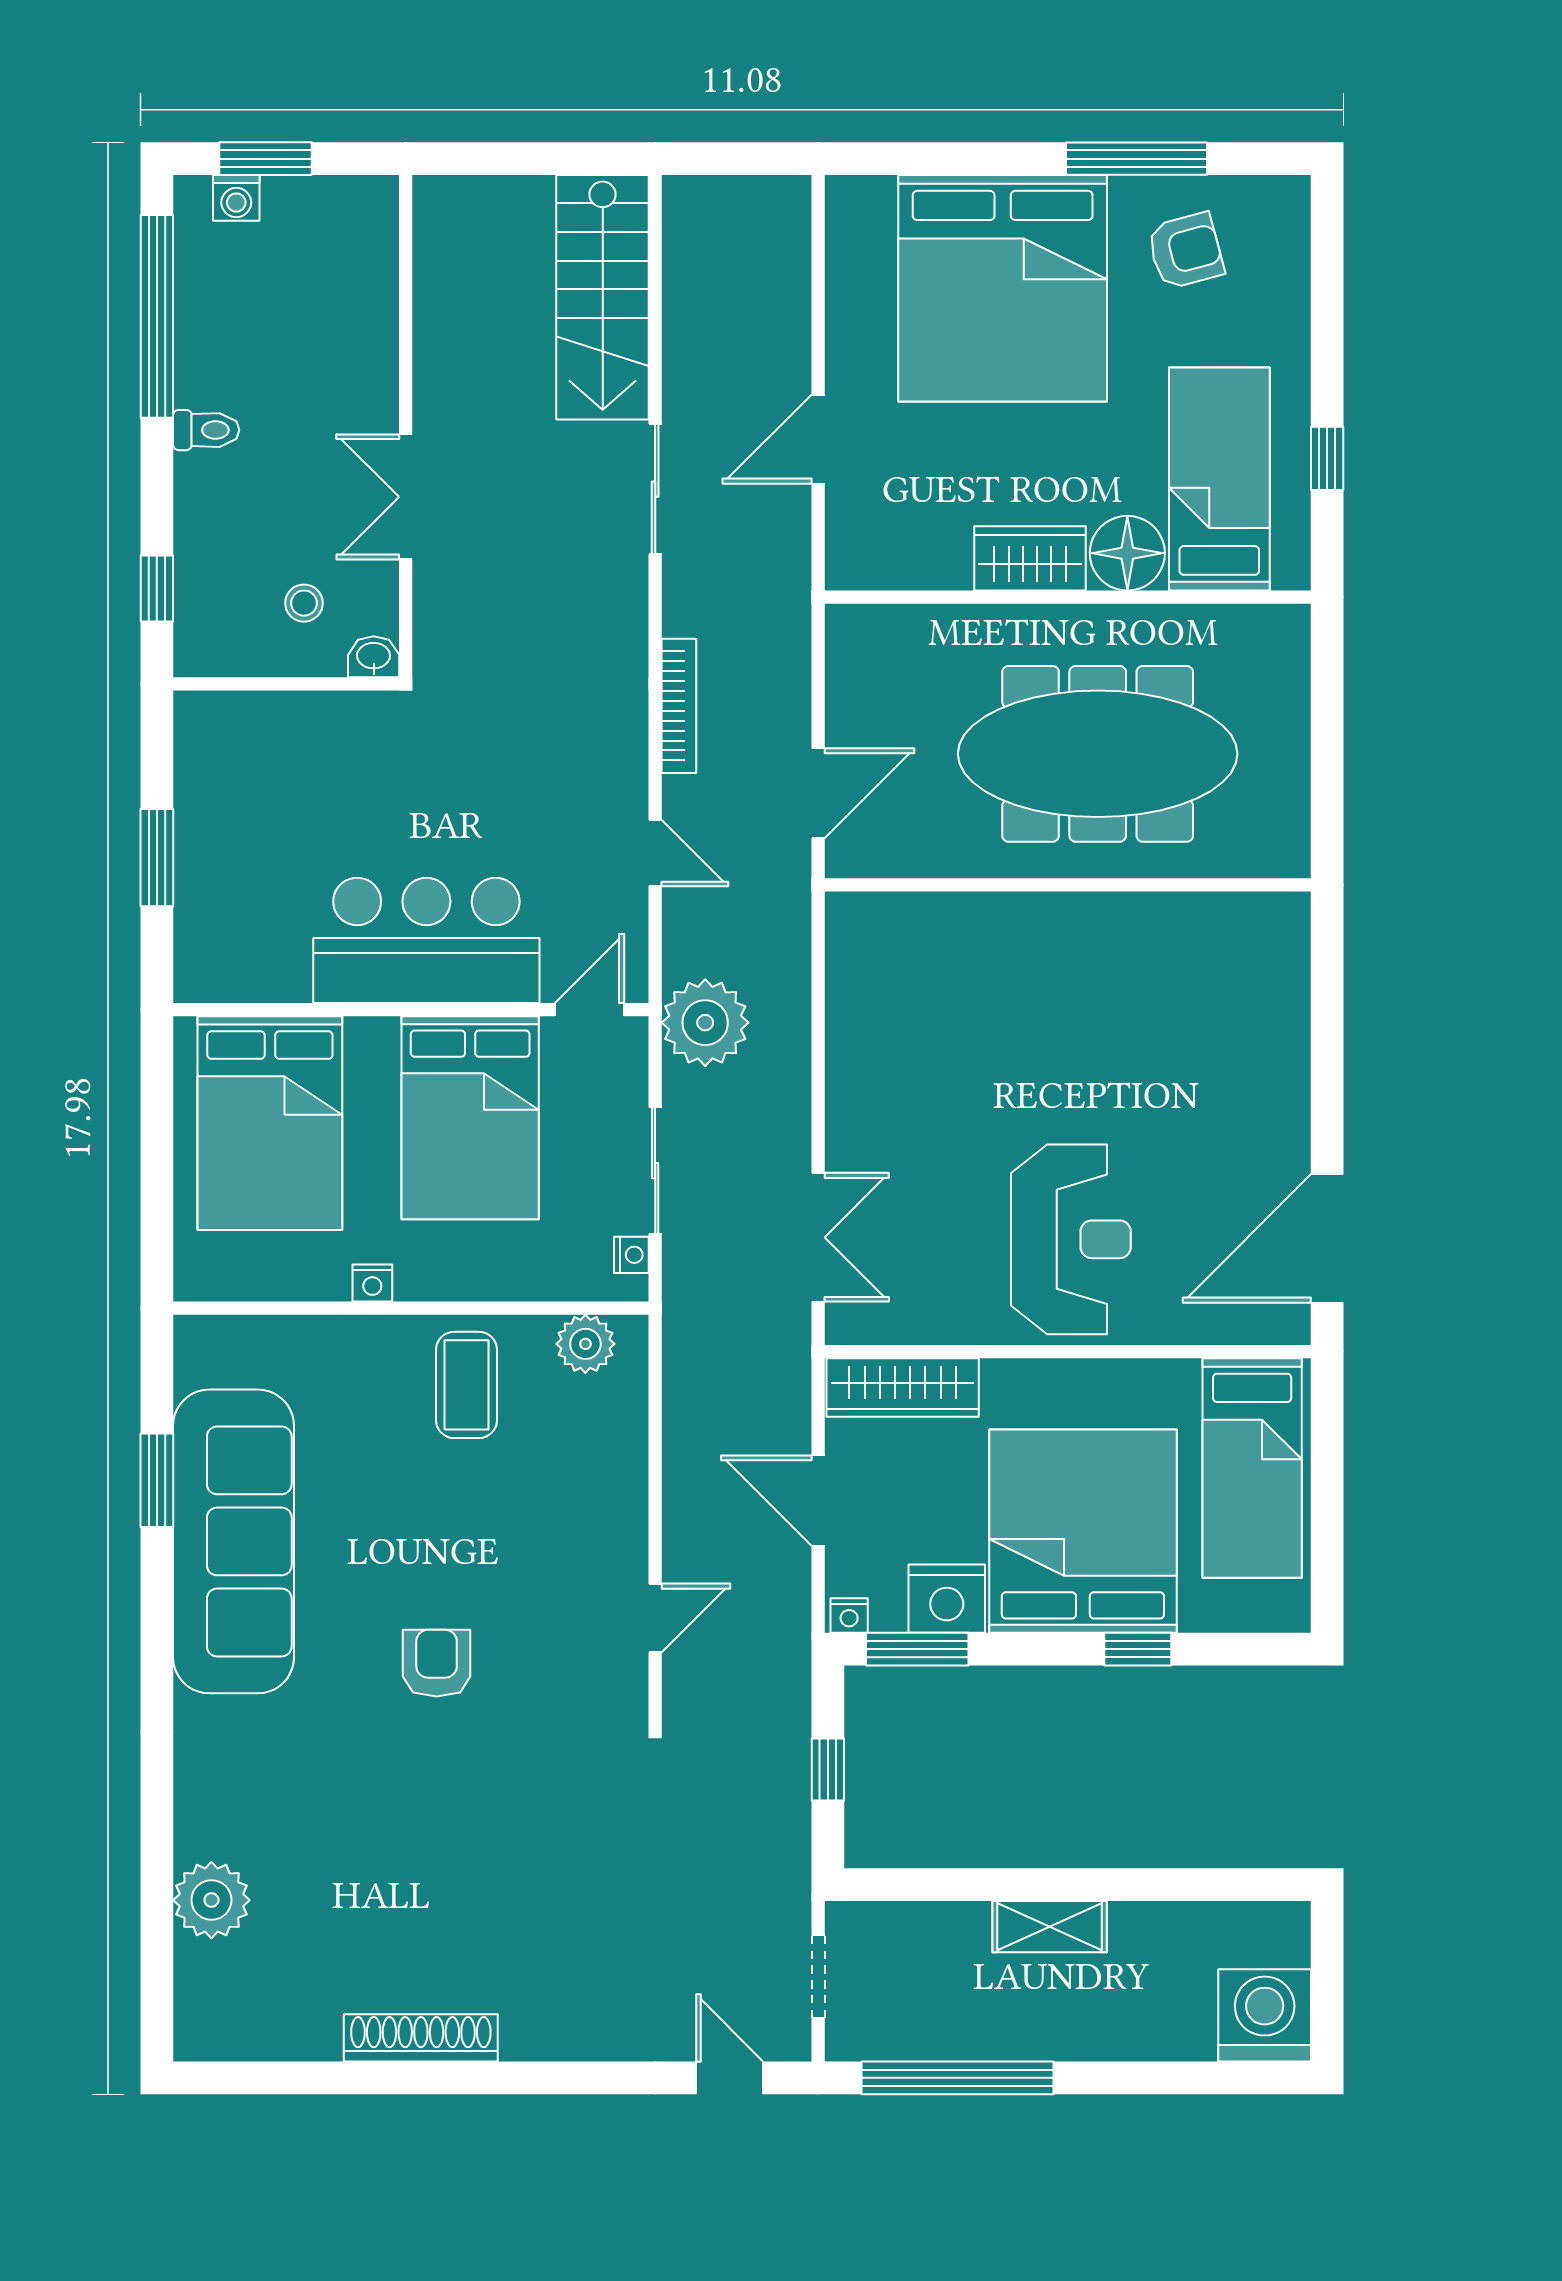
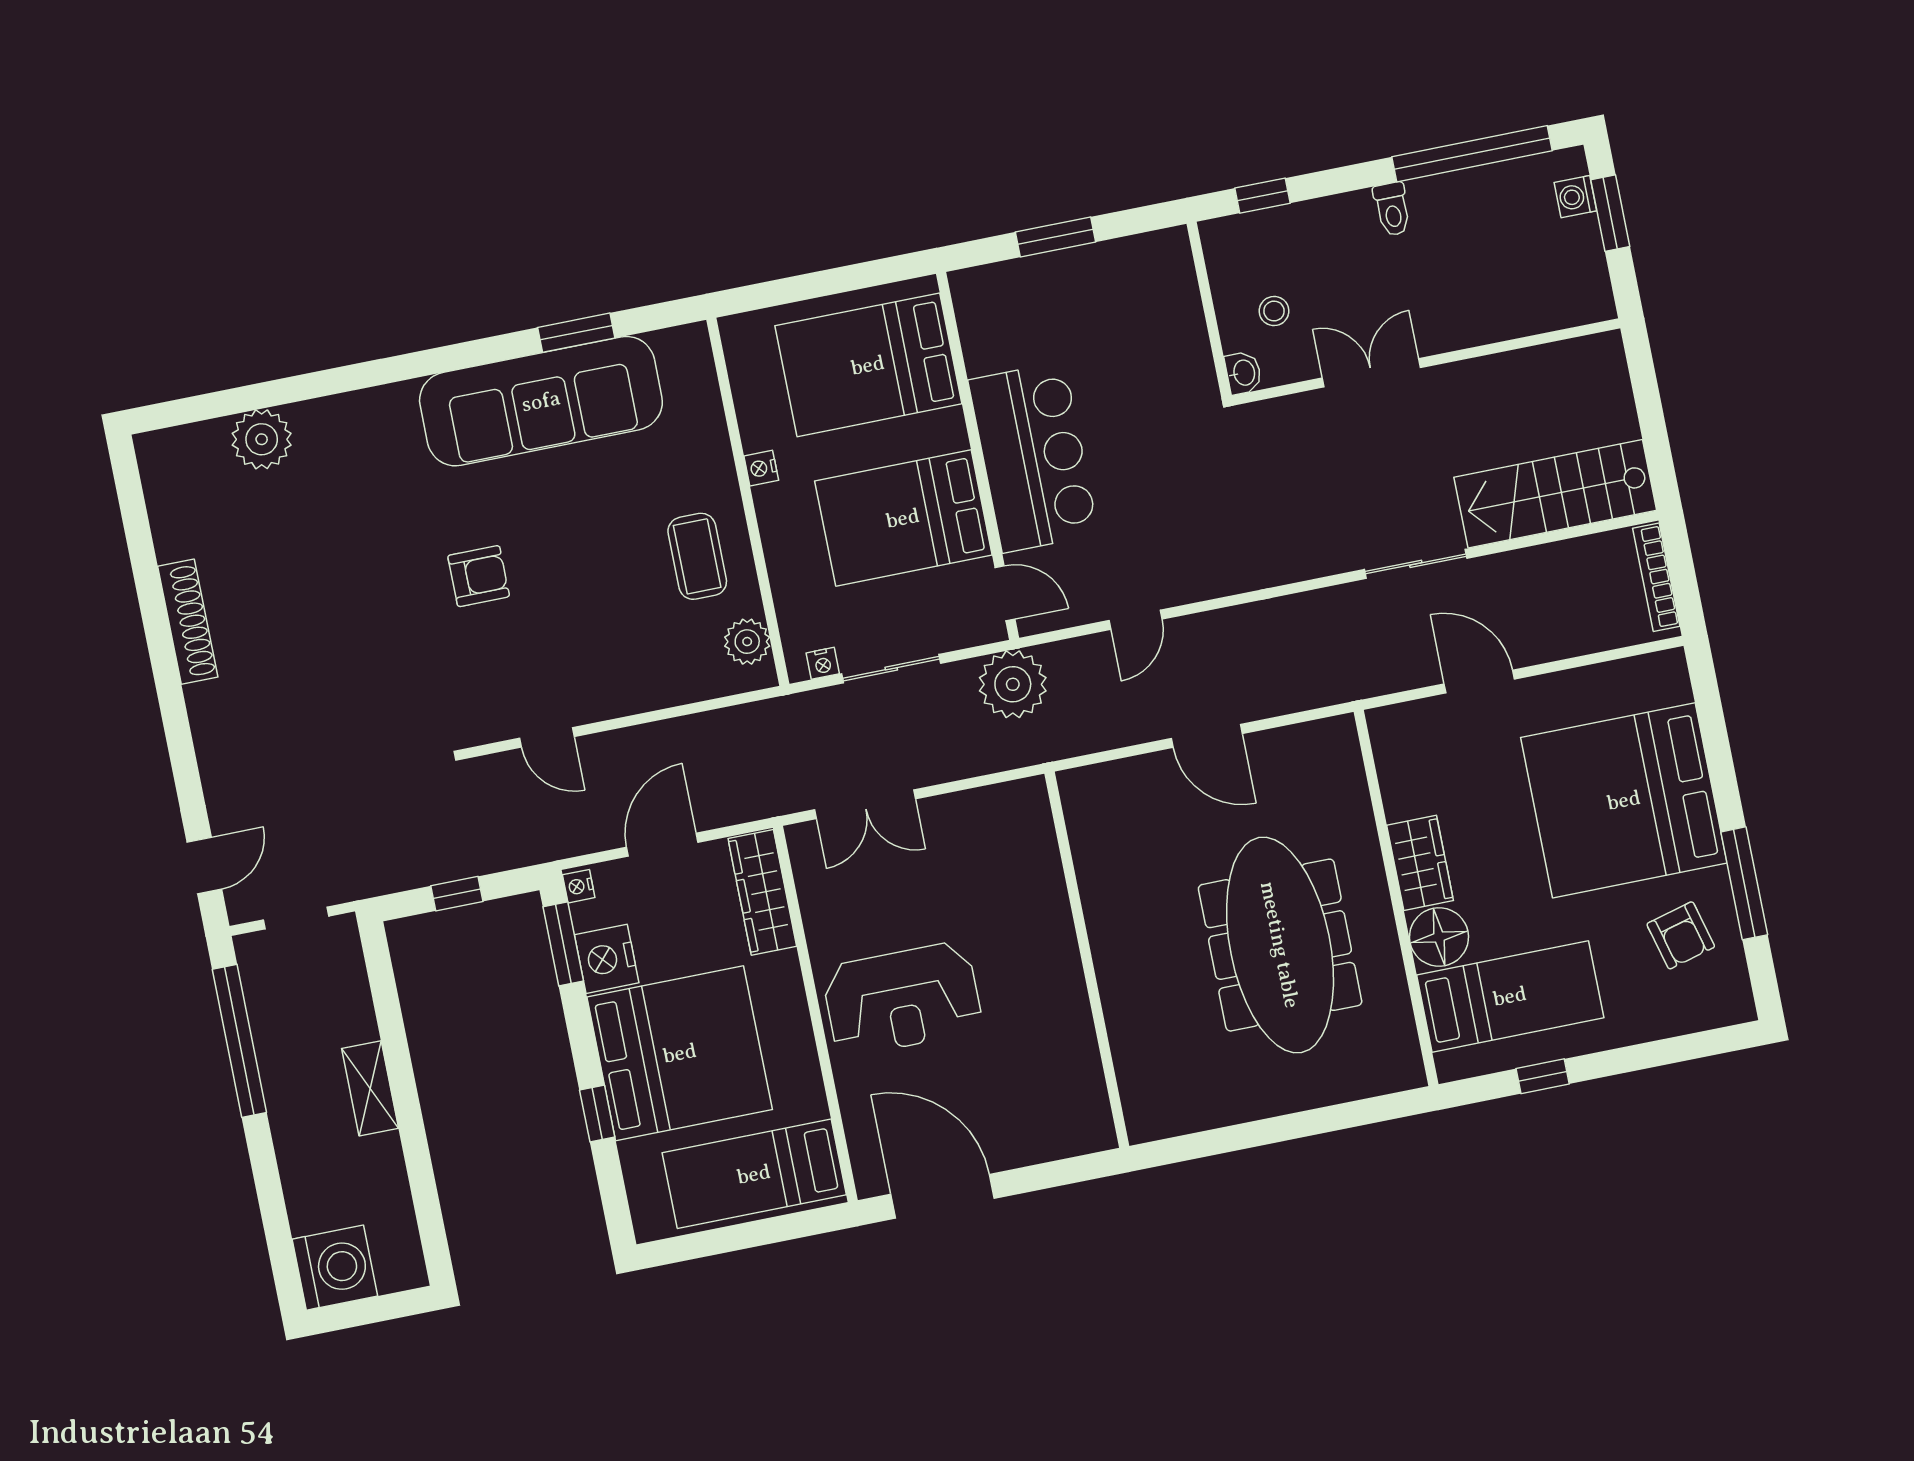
bookcase: (679, 706) -> (1656, 577), moved, turned 90
wall: (1068, 885) -> (1087, 960), moved
coffee table: (466, 1385) -> (697, 556), turned 90

